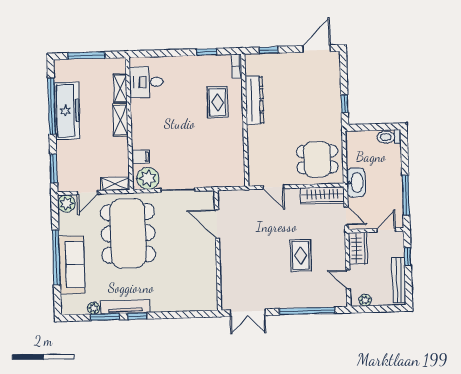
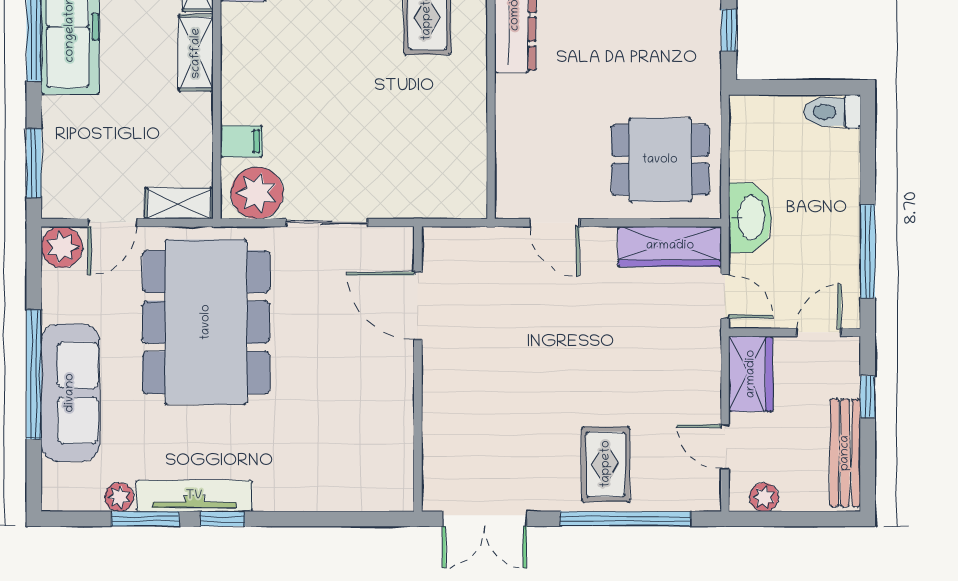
rug: (301, 255) -> (606, 464), moved

